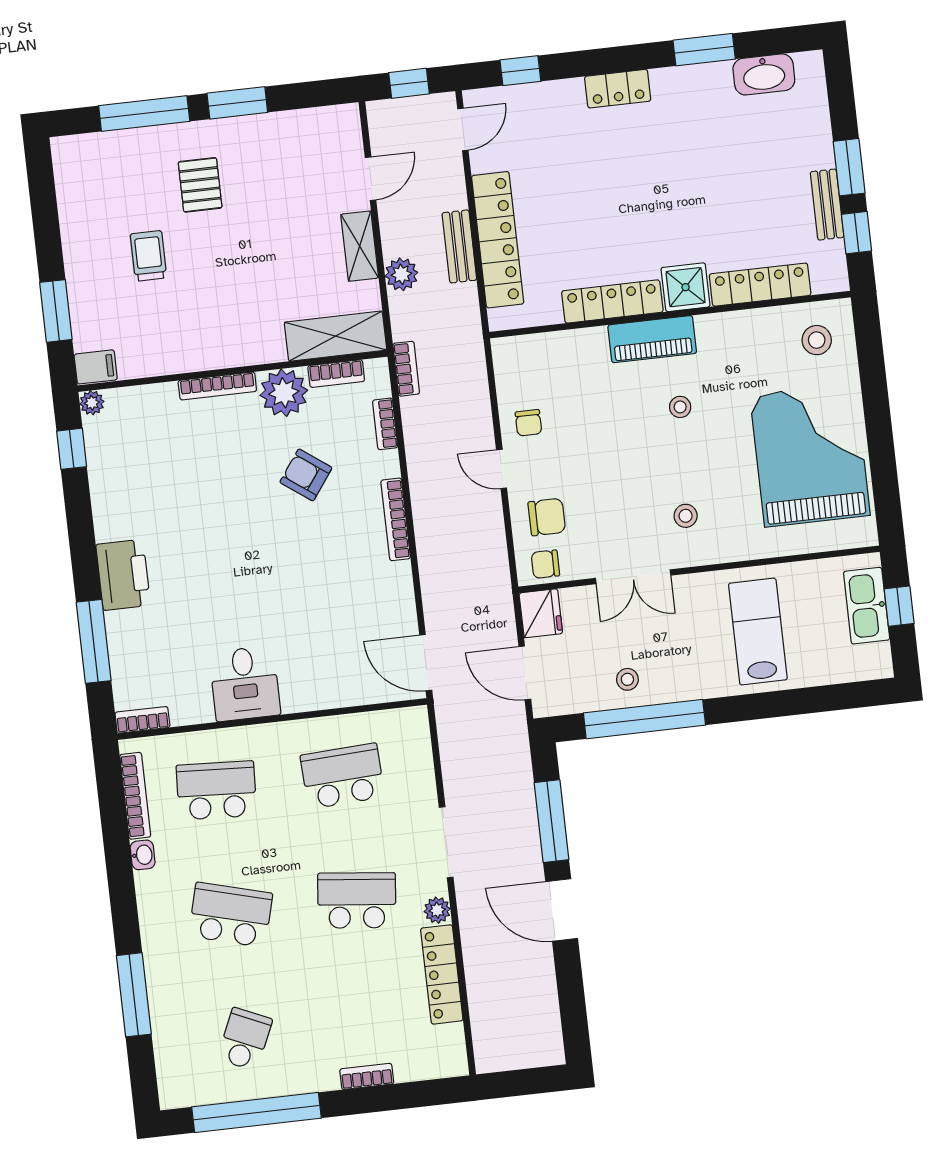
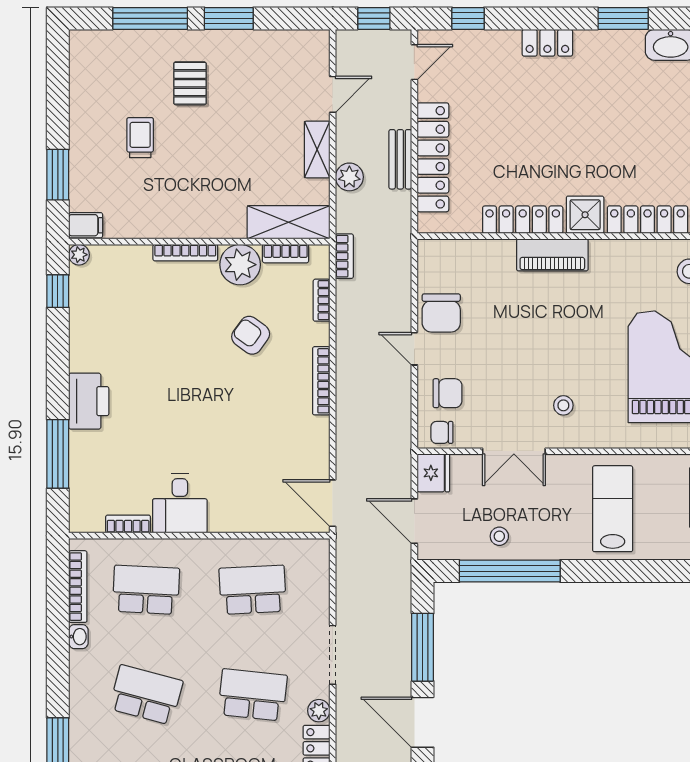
stool: (680, 407) -> (569, 314), removed
chair: (528, 423) -> (441, 313), width x1.87, depth x1.87
bookcase: (142, 720) -> (128, 524), moved

